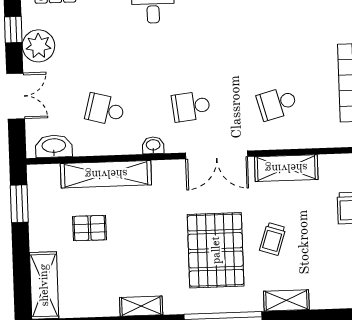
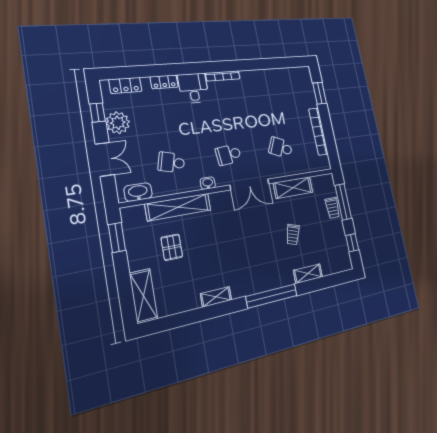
school desk: (277, 103) -> (281, 148), turned 39
pallet: (90, 228) -> (172, 247), turned 90
pallet: (216, 250) -> (259, 248), removed

